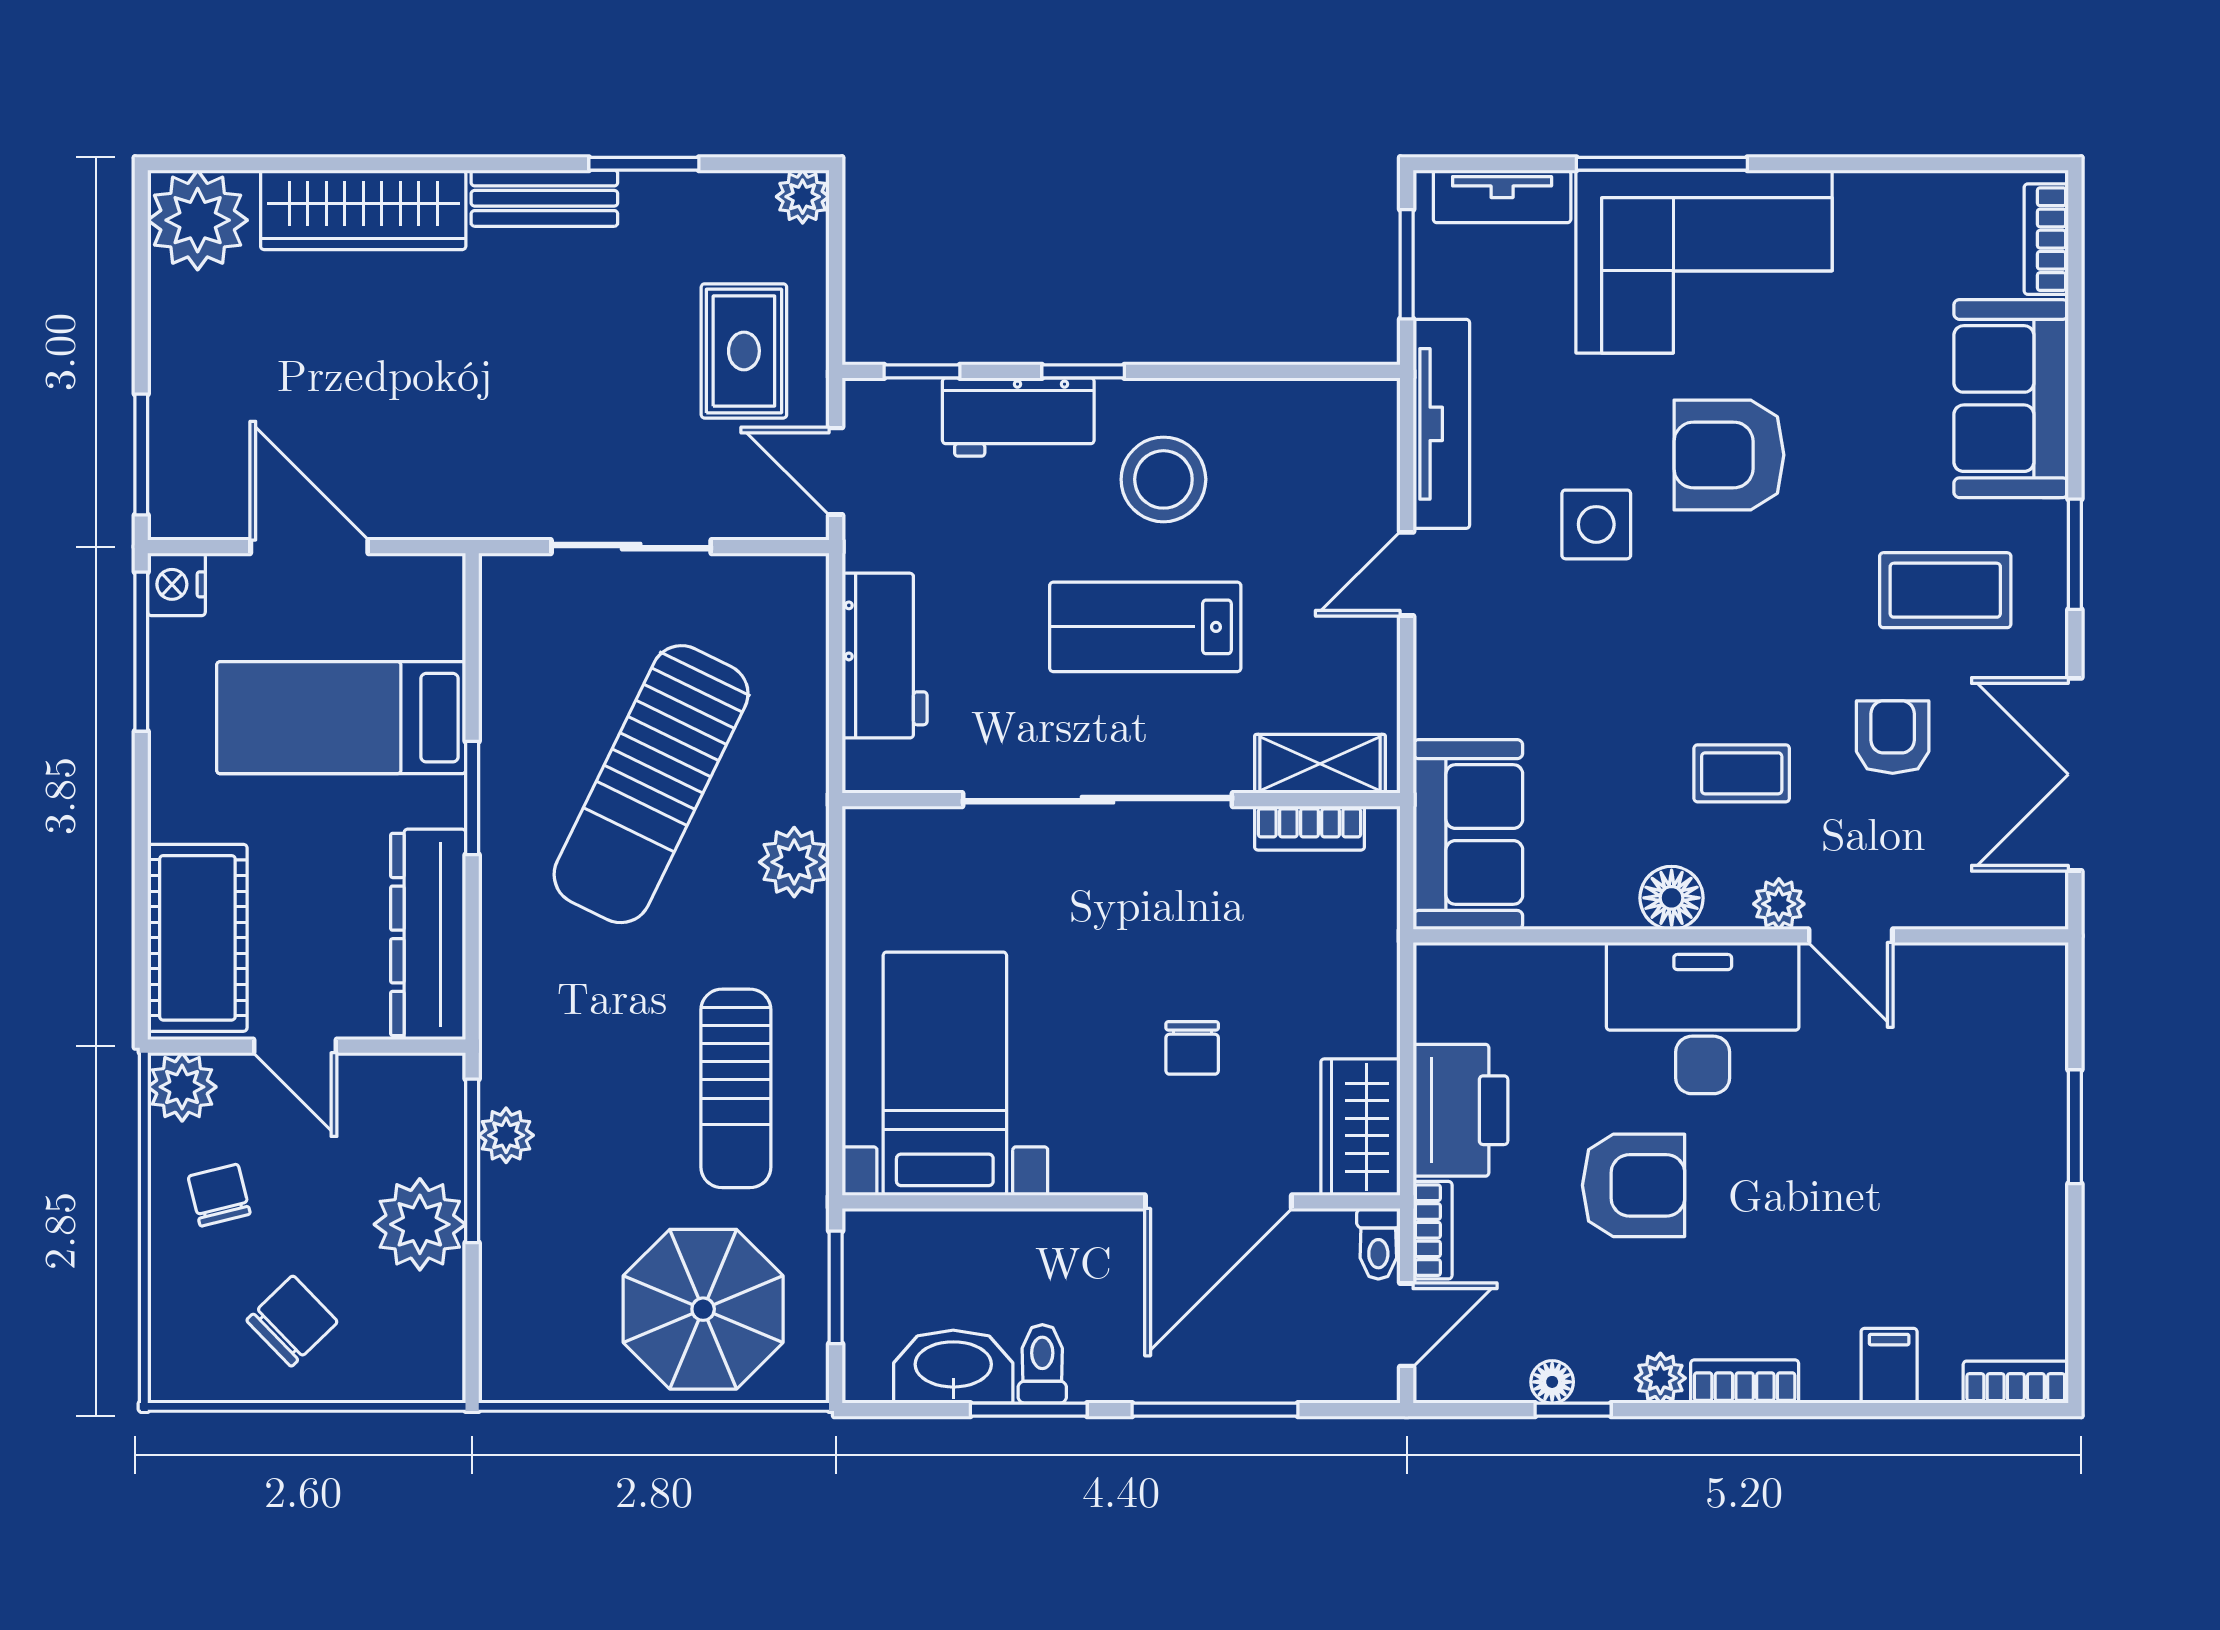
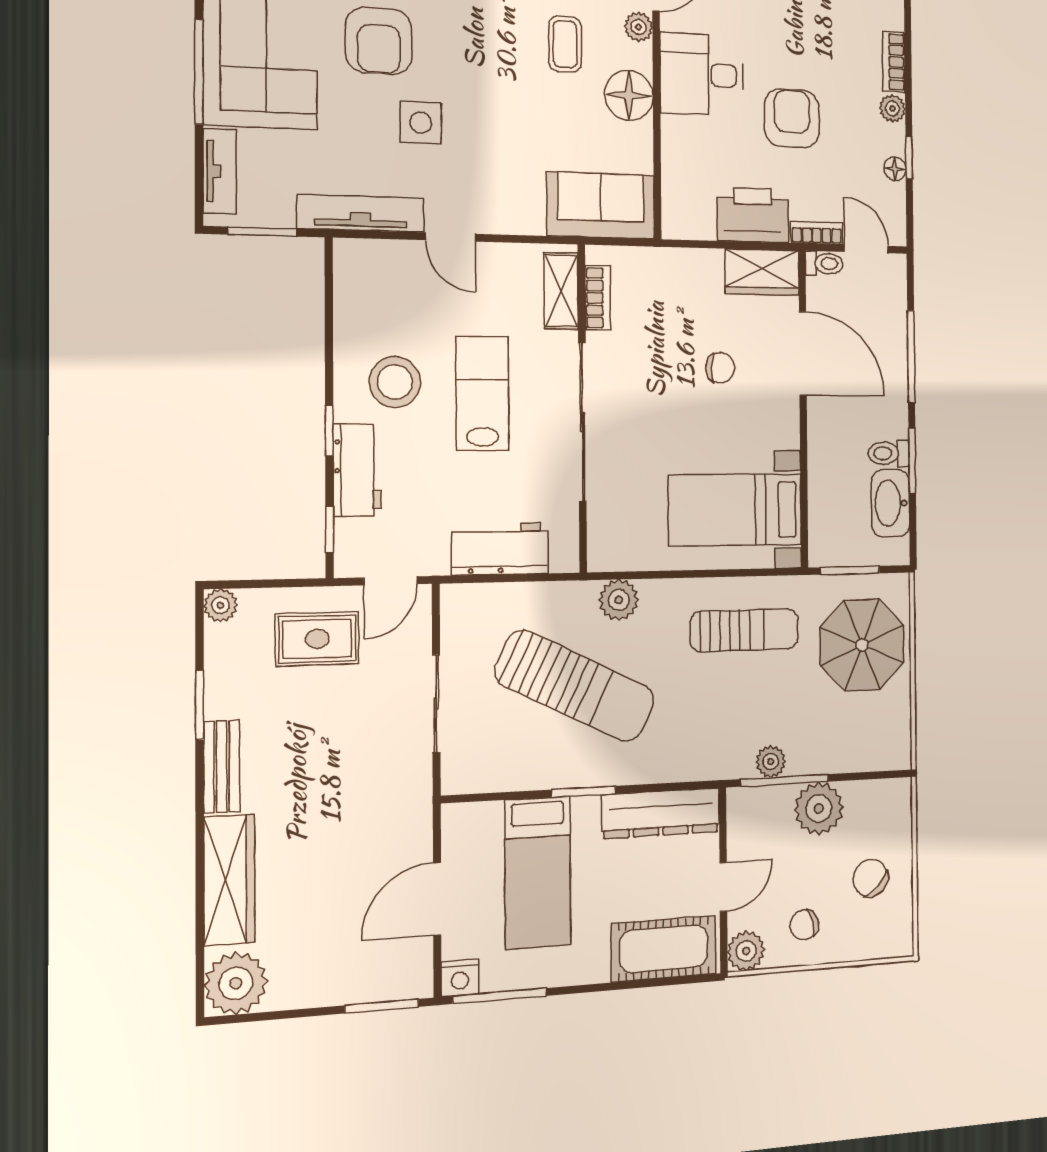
lab bench: (1145, 627) -> (482, 393), turned 180
floor lamp: (1672, 898) -> (629, 95), width x1.38, depth x1.38
desk: (1703, 1018) -> (702, 74), width x0.73

